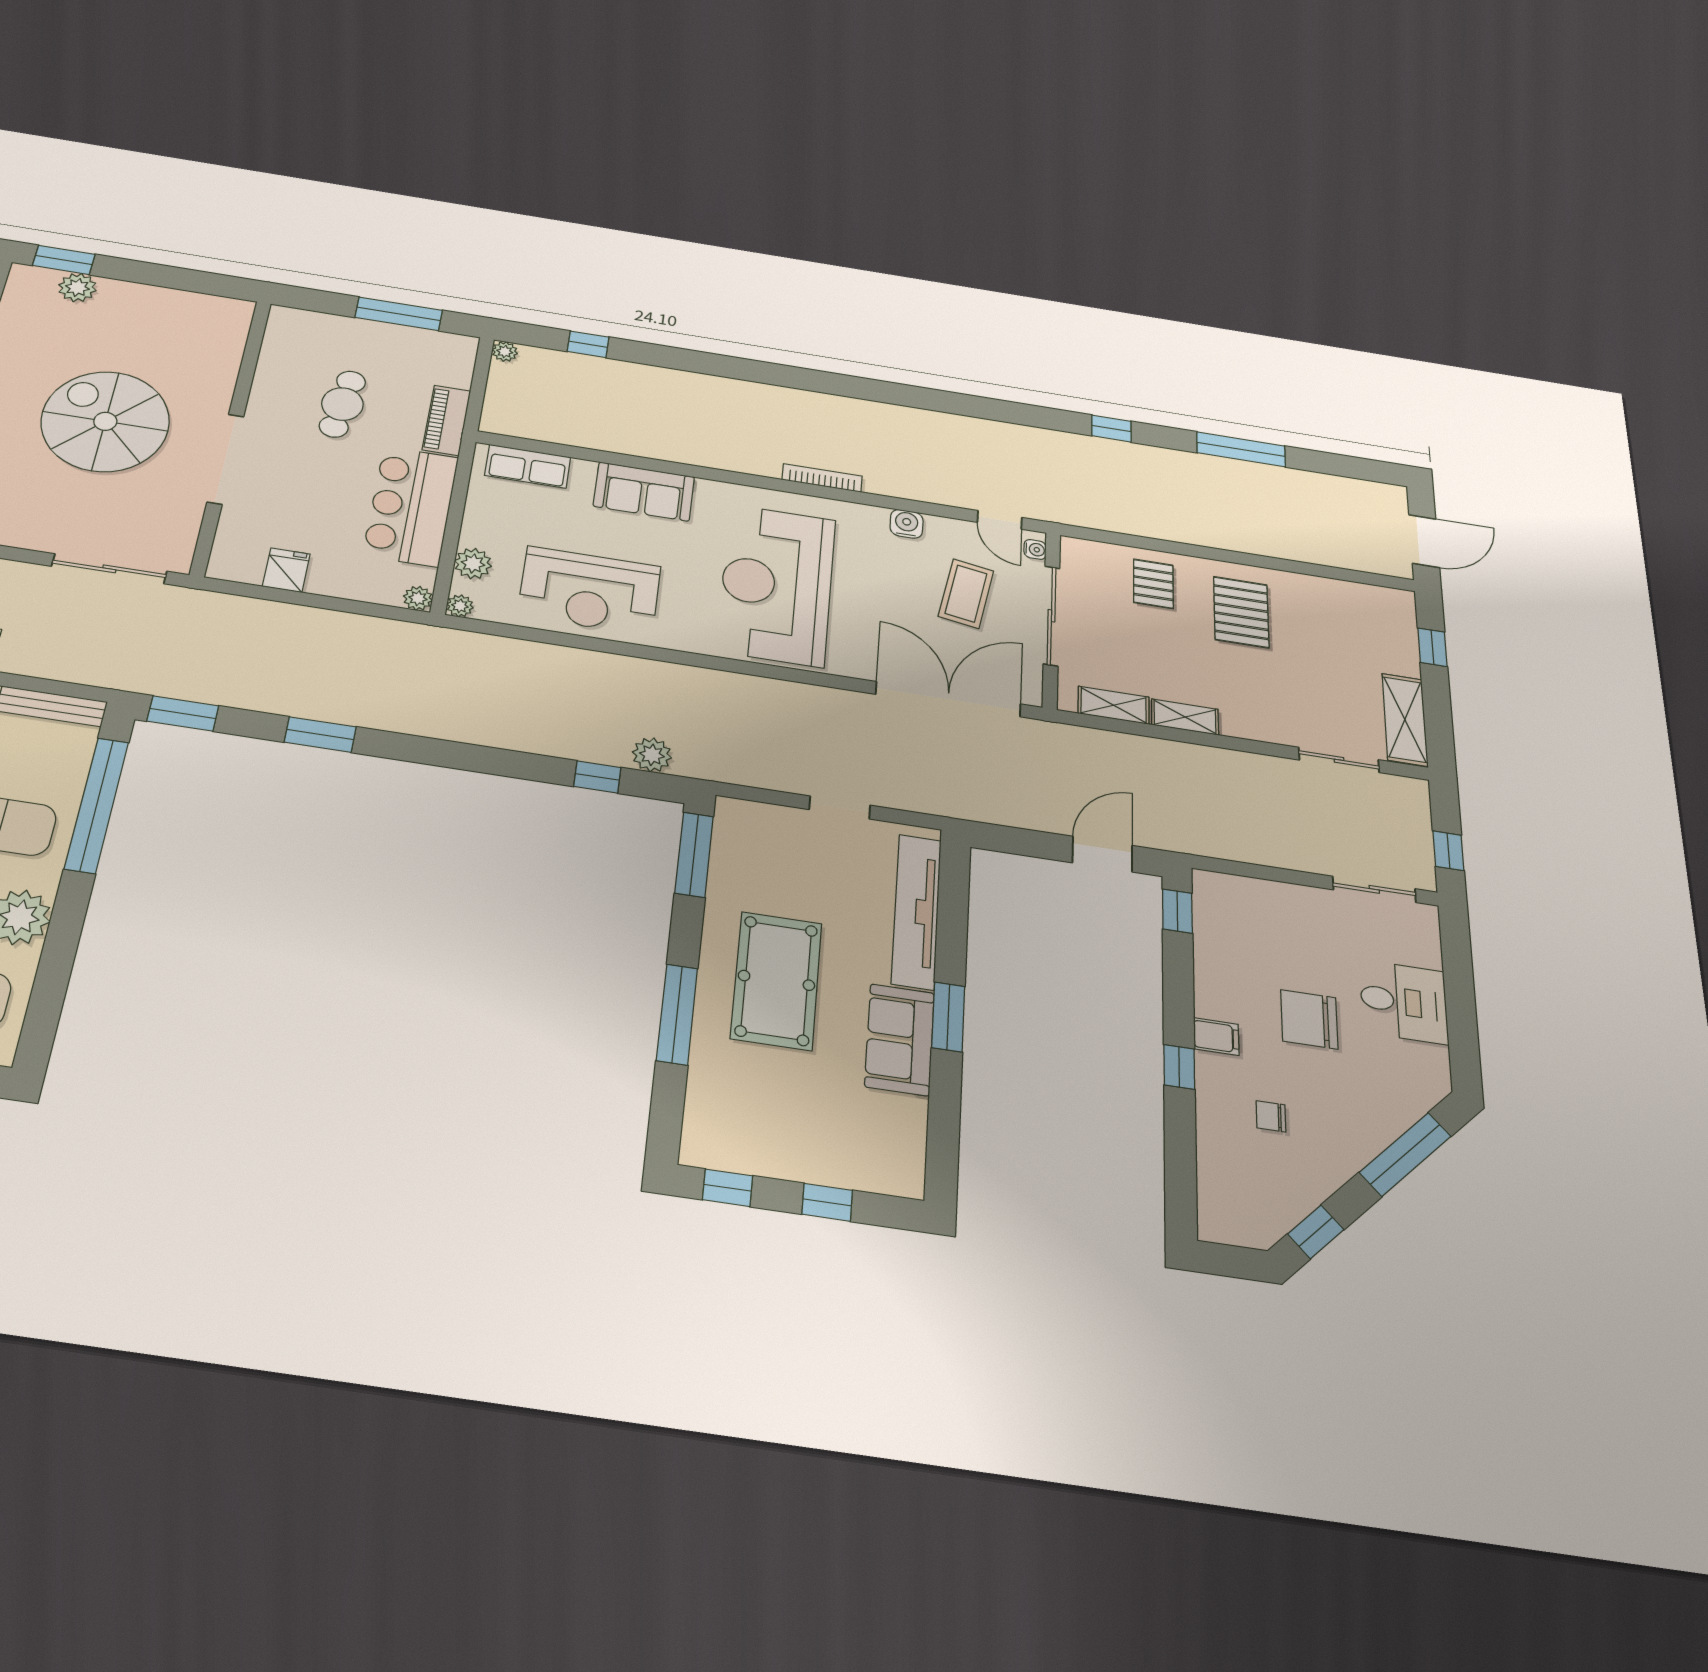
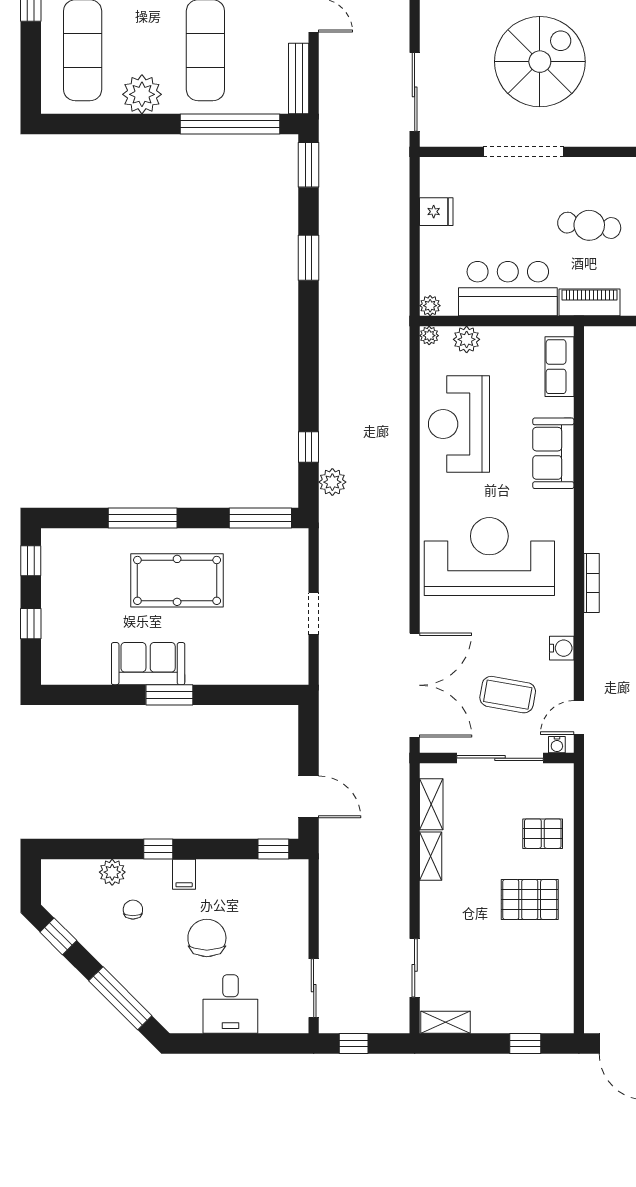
shelving: (1405, 720) -> (445, 1022), width x0.67, depth x0.75
tv unit: (917, 911) -> (243, 670), removed
plant: (1215, 1138) -> (112, 872), added

